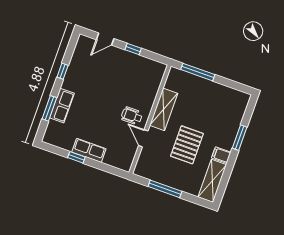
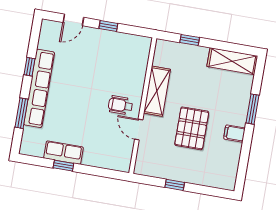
window: (198, 72) -> (190, 40), width x0.46
row of seats: (62, 106) -> (39, 88), width x2.02
row of seats: (89, 150) -> (63, 153), moved
shelving: (212, 181) -> (232, 61), moved, turned 90
window: (165, 189) -> (175, 185), width x0.46

